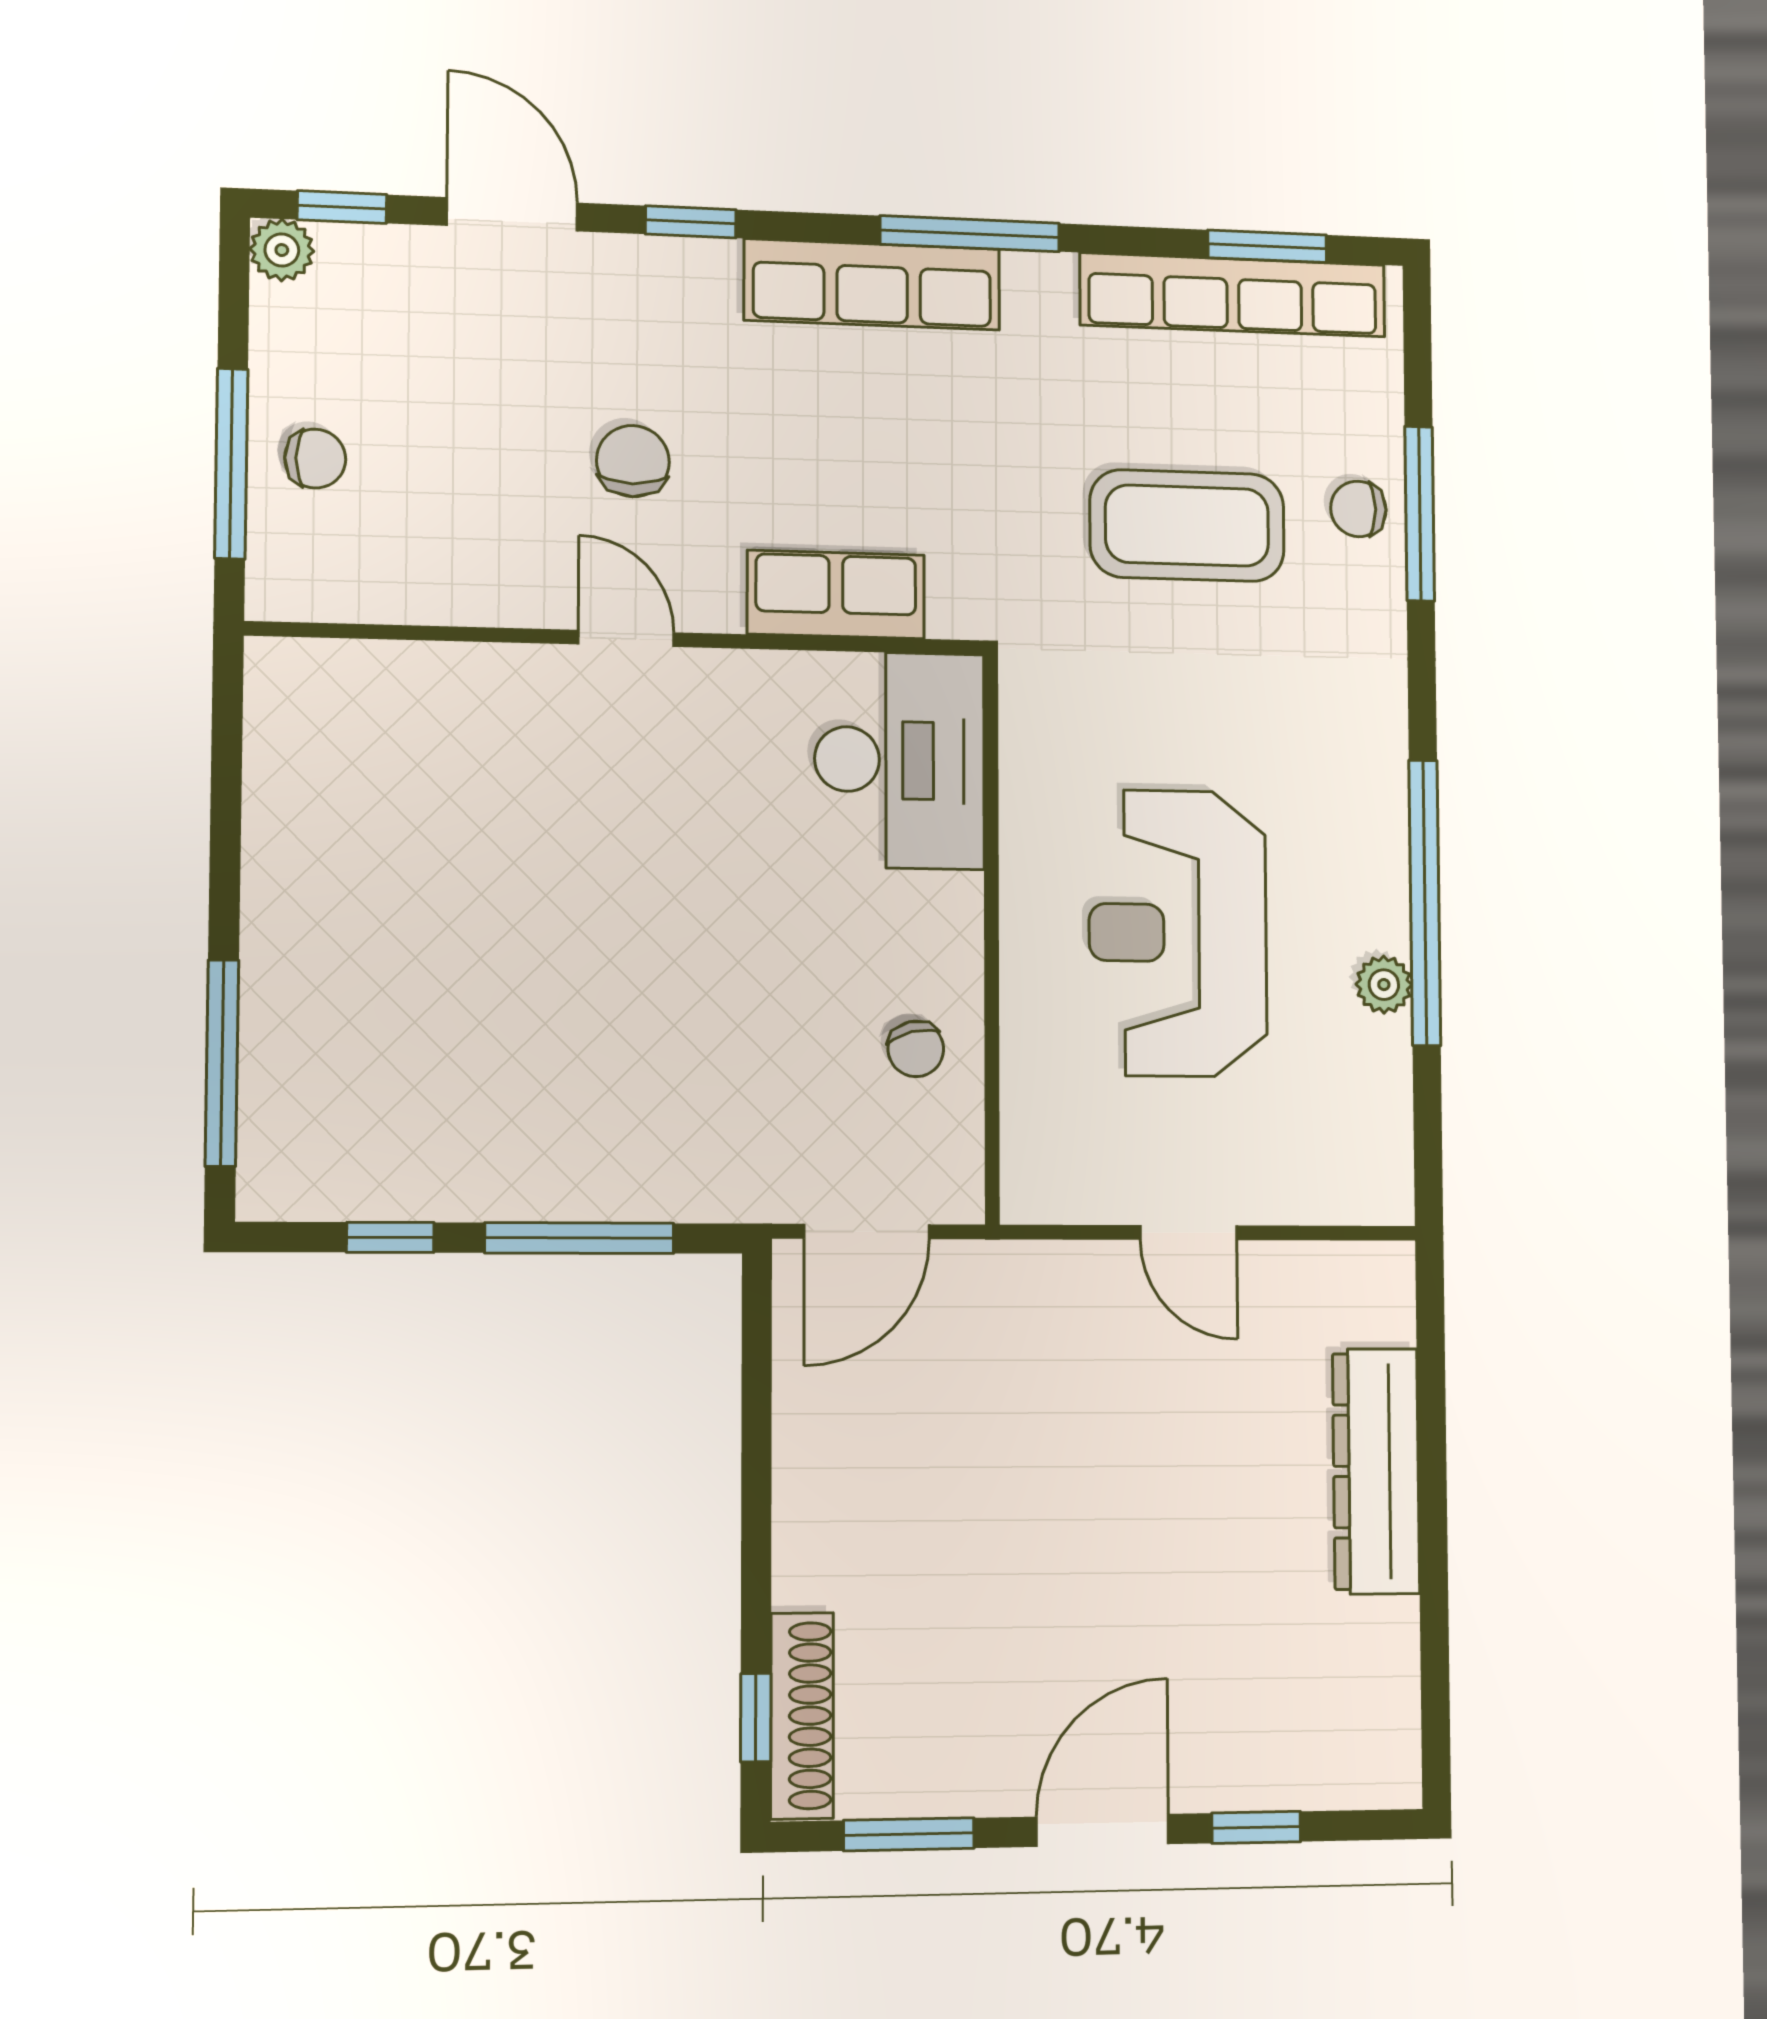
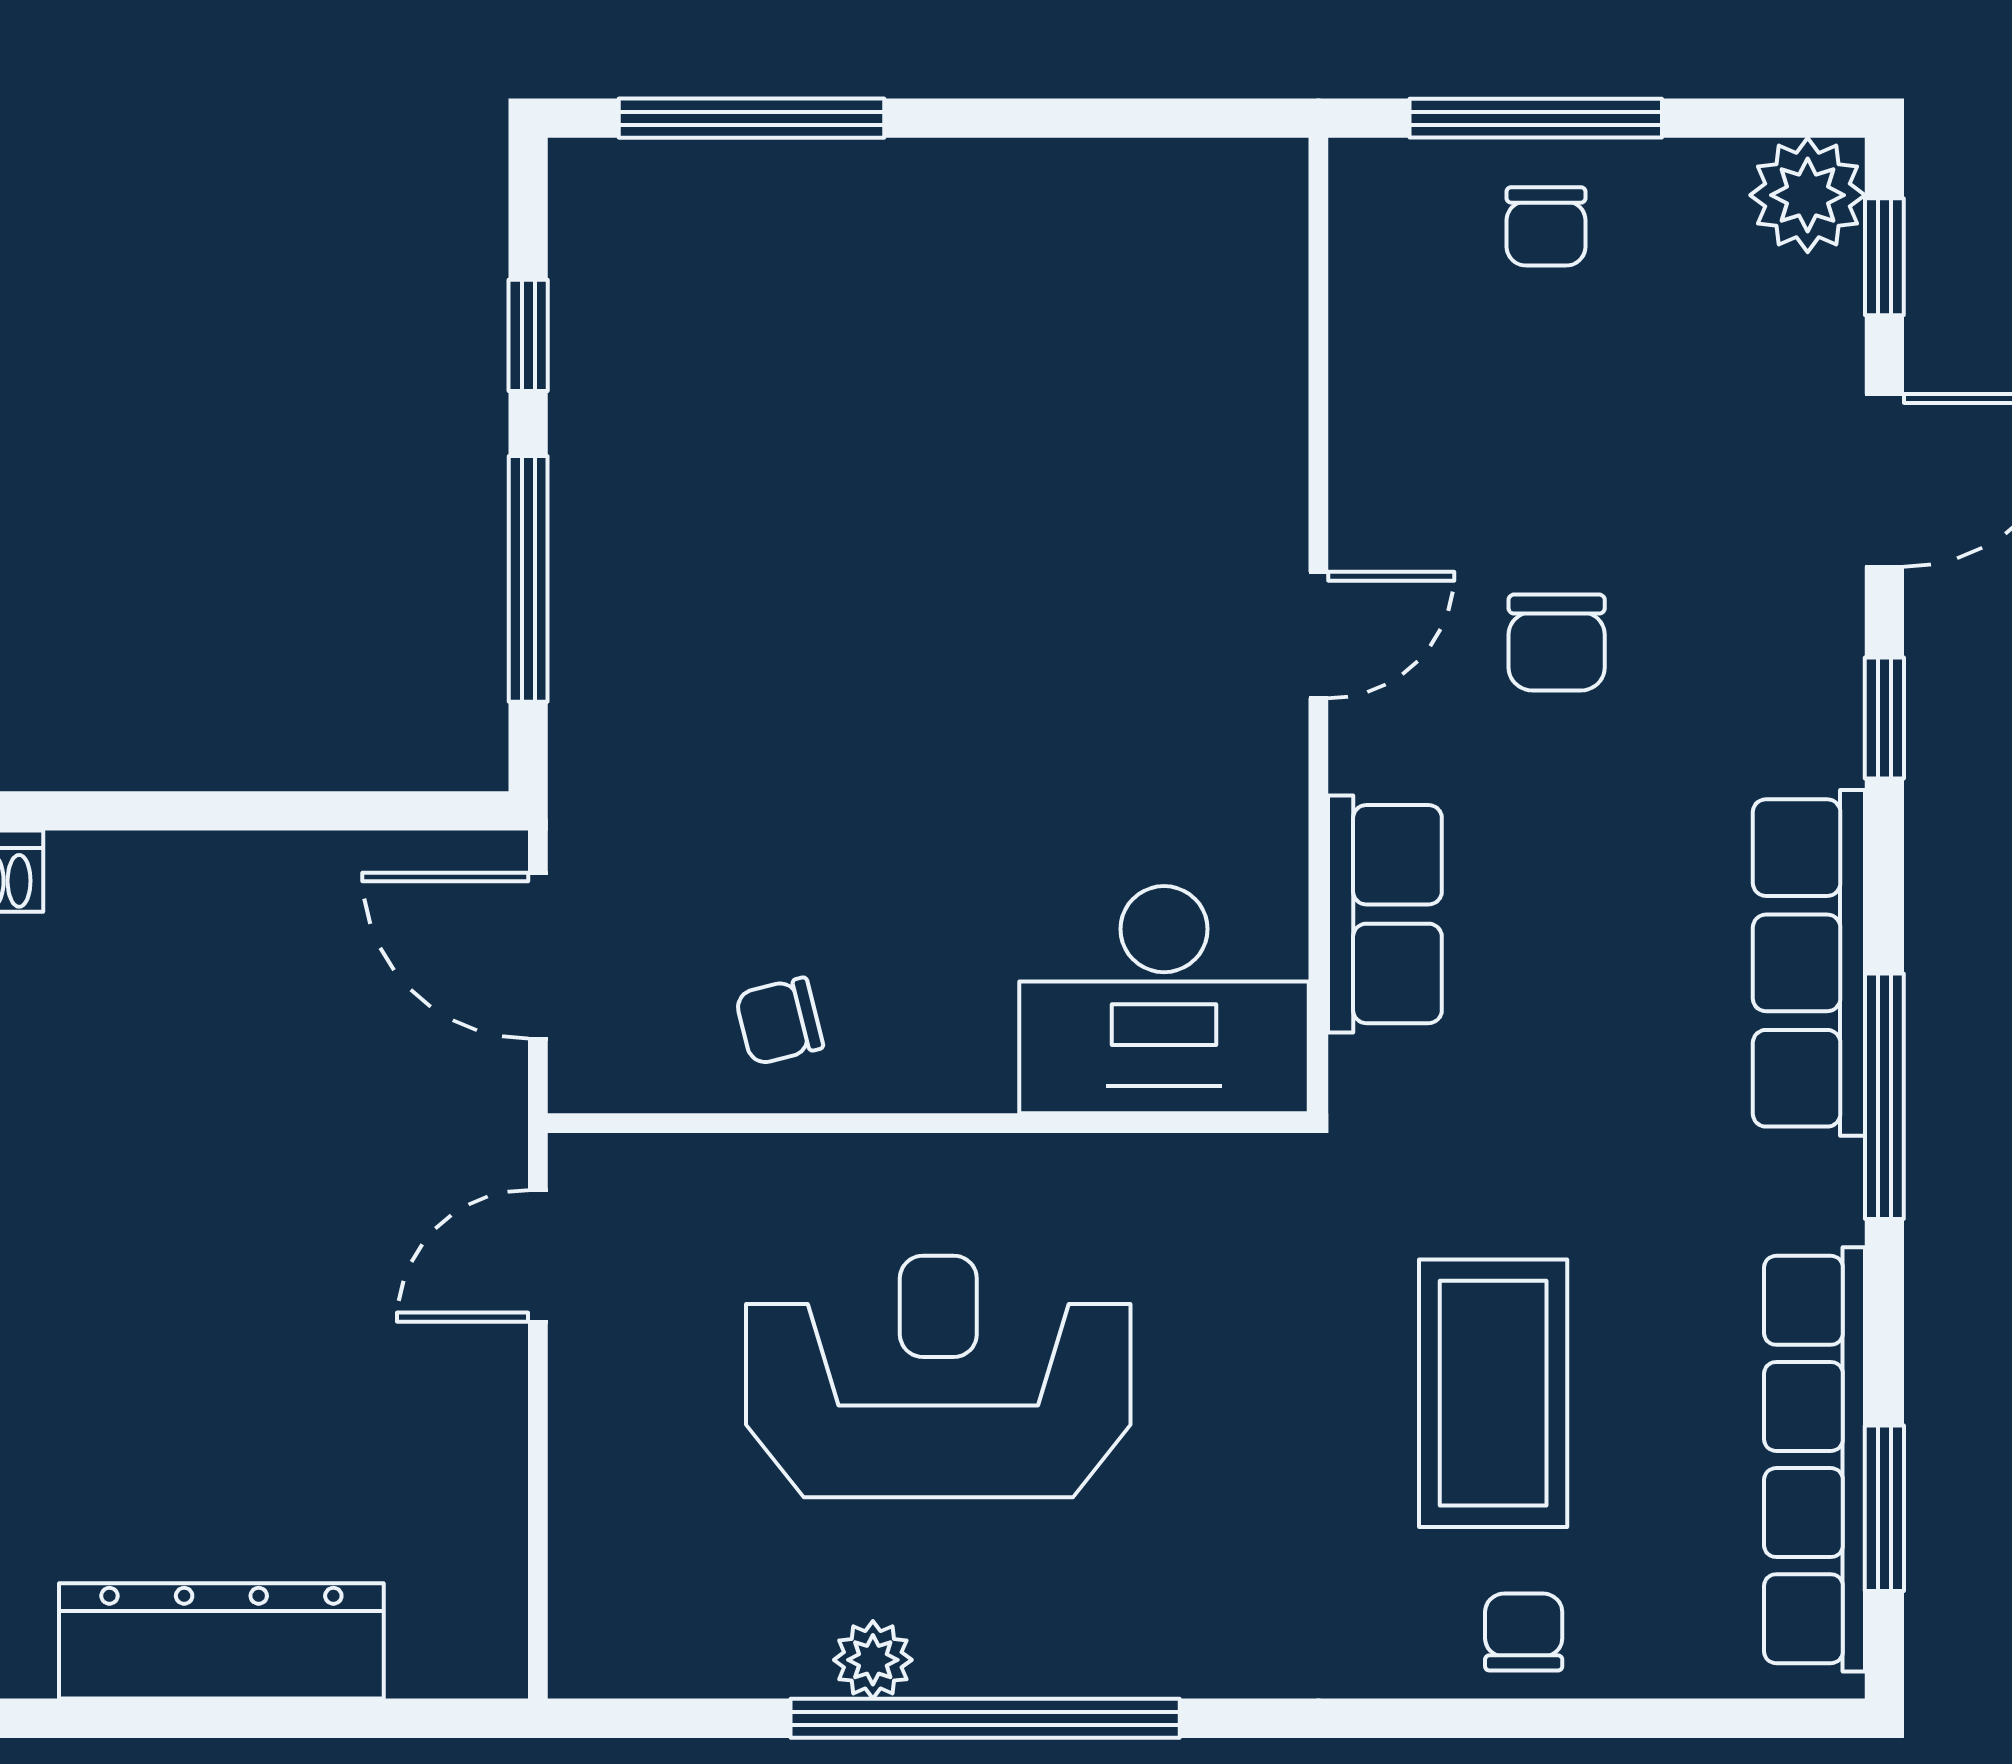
plant: (282, 250) -> (1808, 195), width x1.38, depth x1.38
chair: (633, 461) -> (1557, 642), turned 90
window: (1420, 514) -> (1520, 1718), removed
door: (1188, 1233) -> (538, 1256), moved

